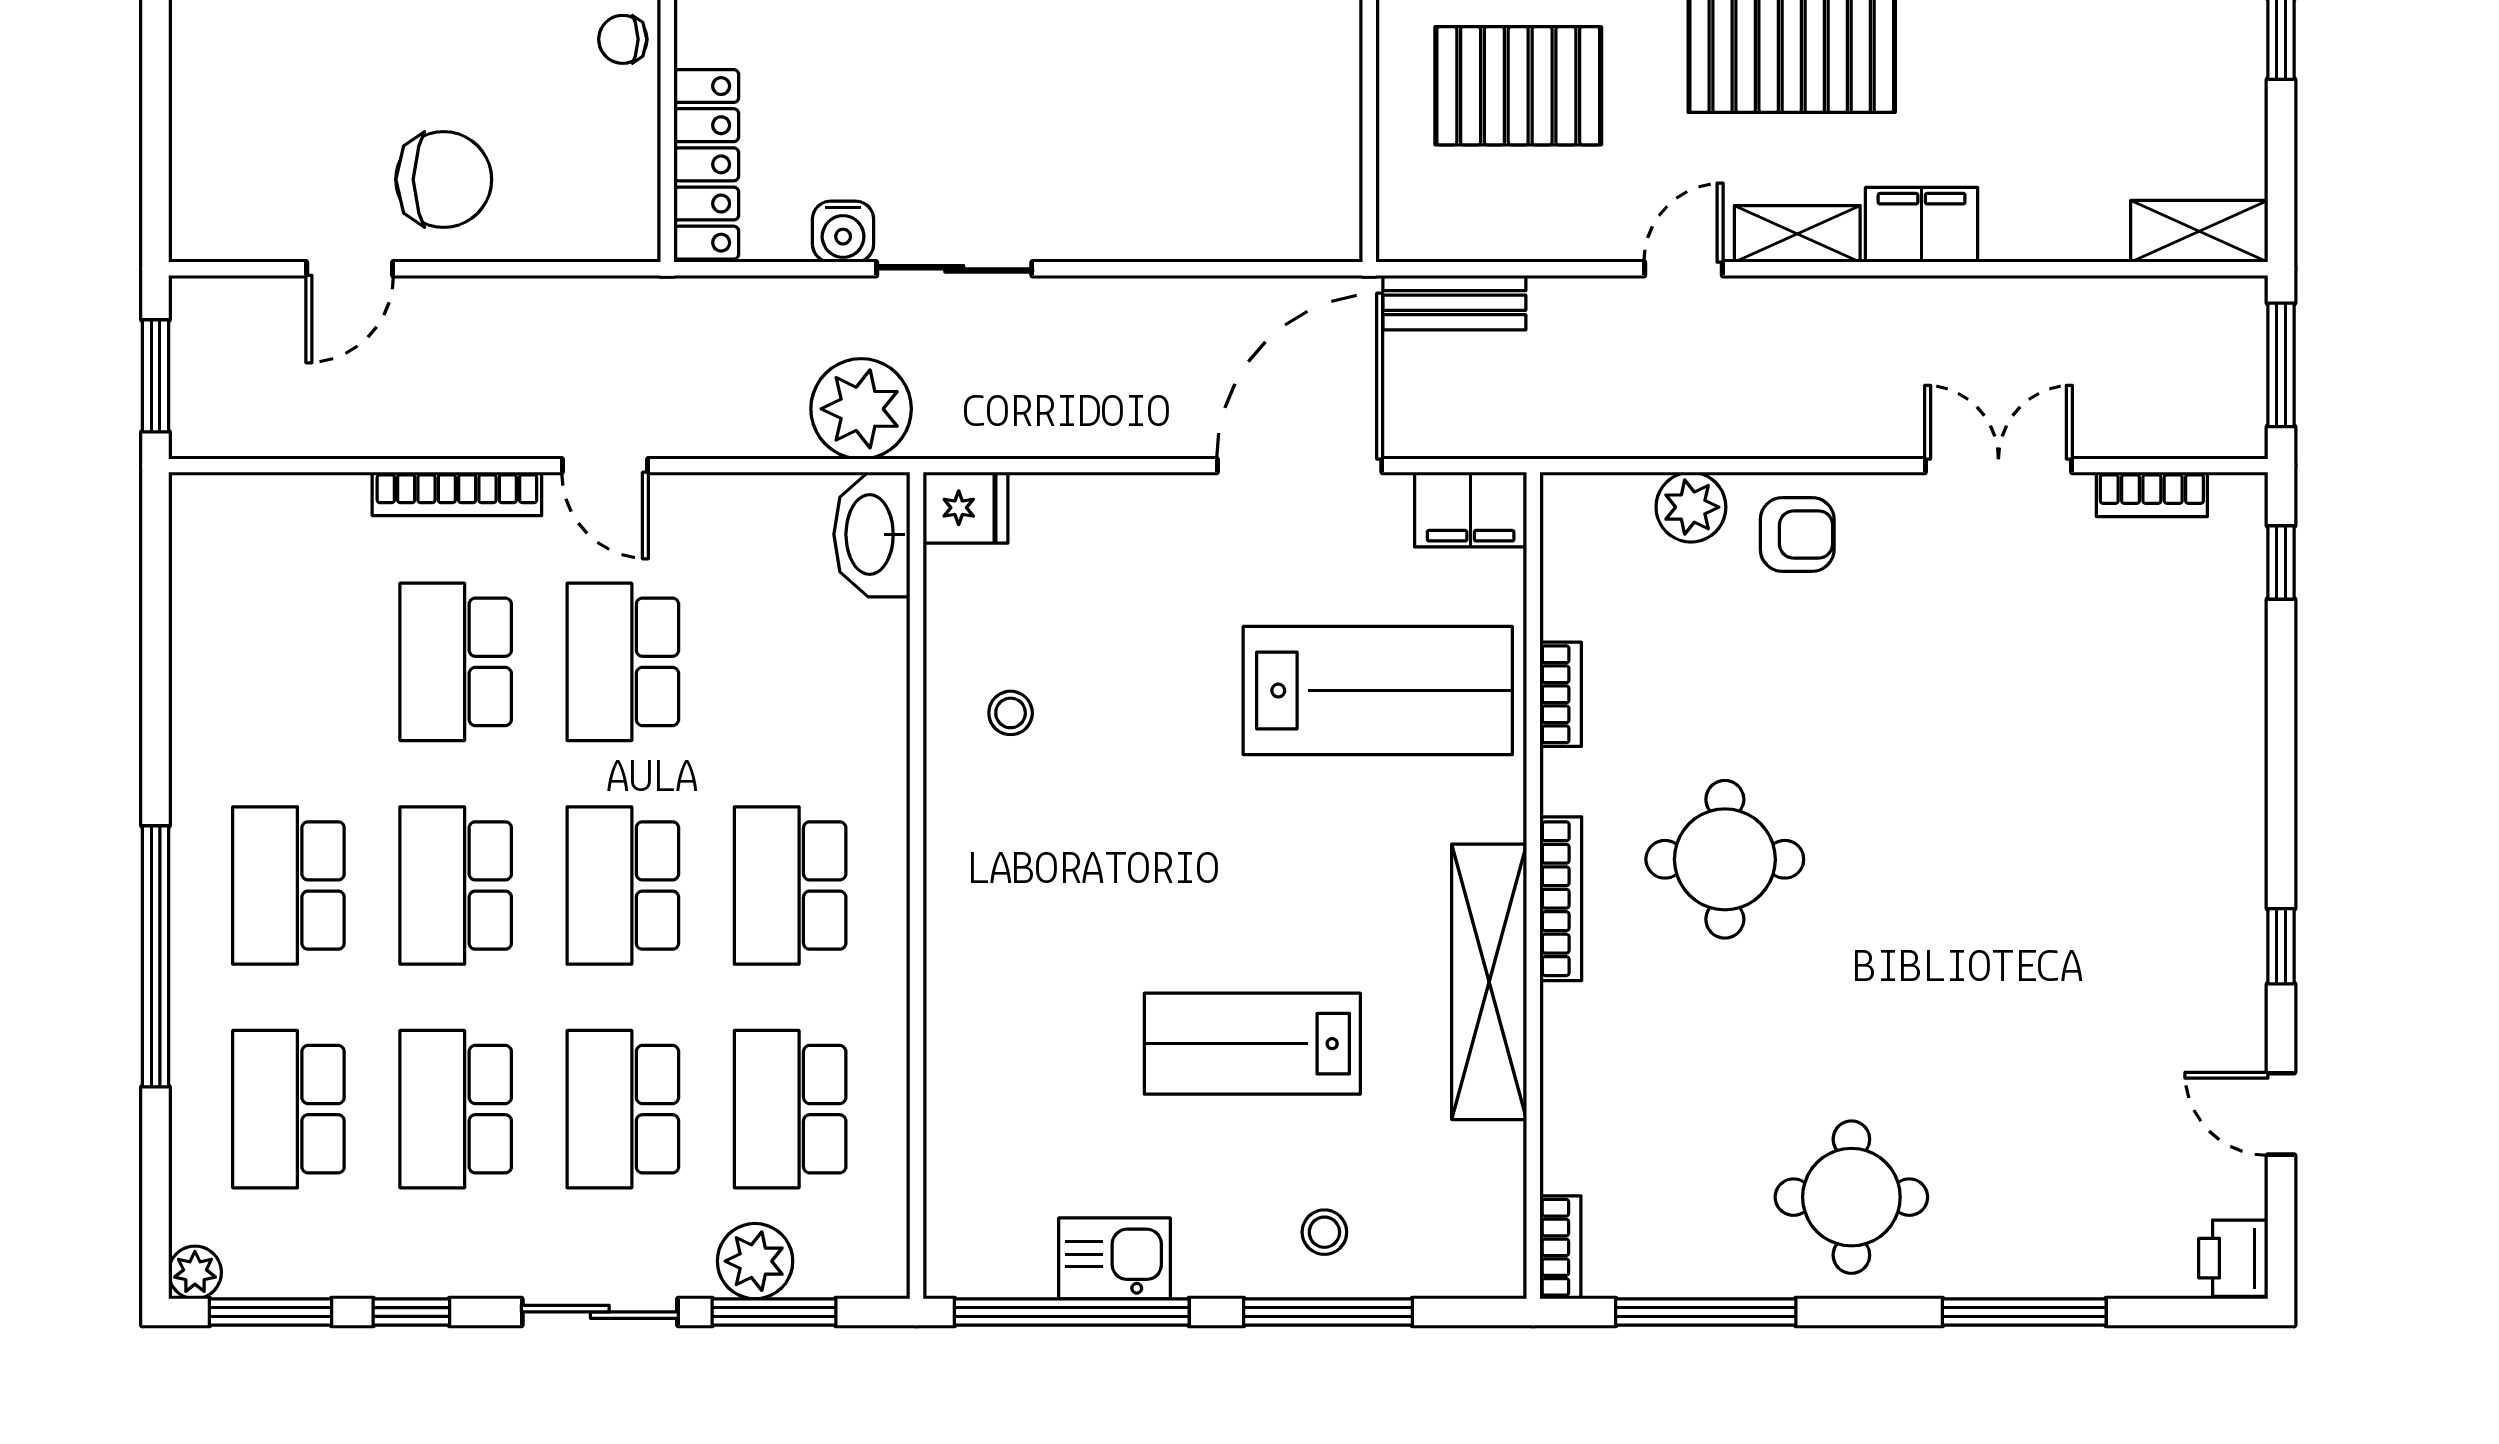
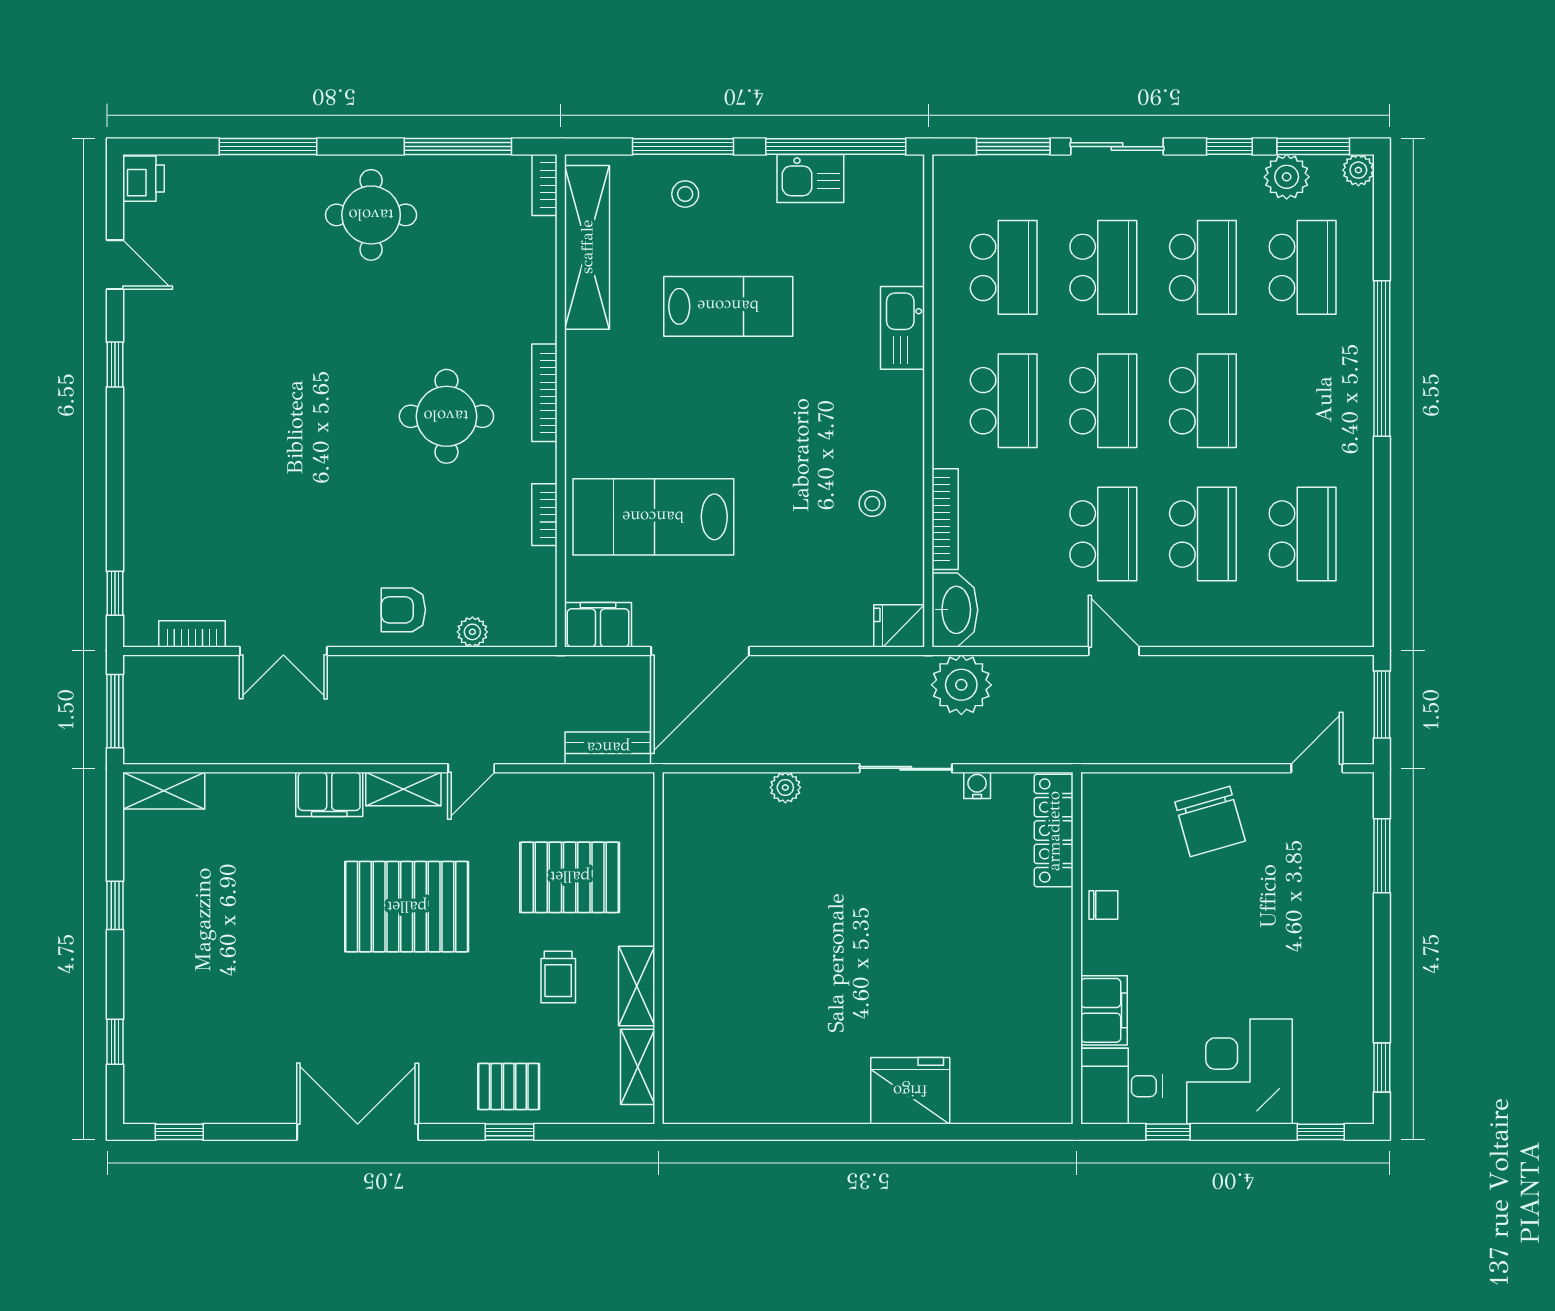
window: (155, 122) -> (1382, 856), added
chair: (444, 179) -> (1210, 821), turned -106
water cooler: (843, 232) -> (977, 785), width x0.72, depth x0.72
plant: (1156, 237) -> (785, 787), added
door: (350, 269) -> (1317, 768), moved
bookcase: (457, 494) -> (945, 519), moved, turned 90
plant: (1691, 507) -> (472, 632), width x0.73, depth x0.73
school desk: (288, 885) -> (1303, 534), moved
shelving: (1489, 982) -> (587, 247), moved
kitchen sink: (960, 1008) -> (902, 328), added
plant: (755, 1261) -> (1287, 177), moved

